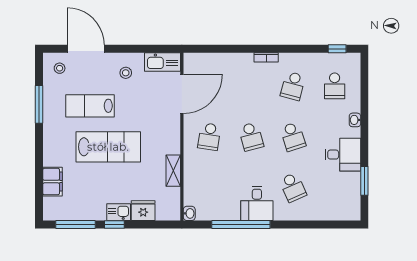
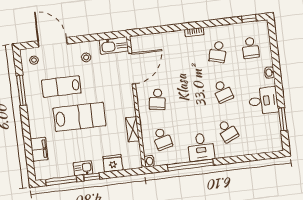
school desk: (251, 137) -> (162, 139), moved
kitchen sink: (119, 212) -> (83, 168), moved

